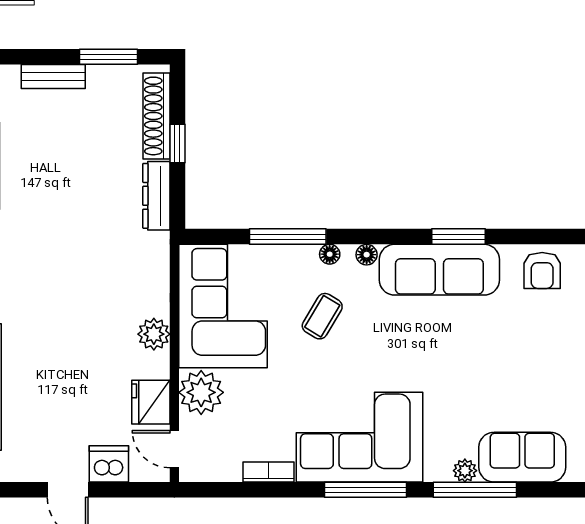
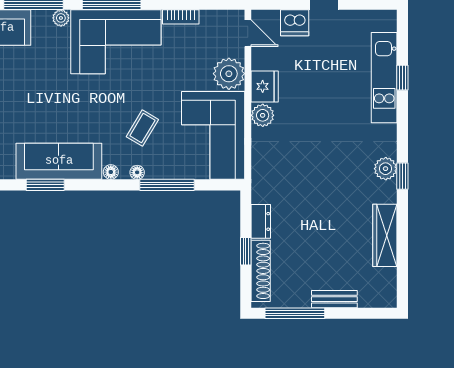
window: (108, 57) -> (295, 313), width x1.44
dresser: (156, 196) -> (261, 221), width x0.70
fridge: (151, 402) -> (265, 86), moved
plant: (465, 471) -> (61, 18), moved

